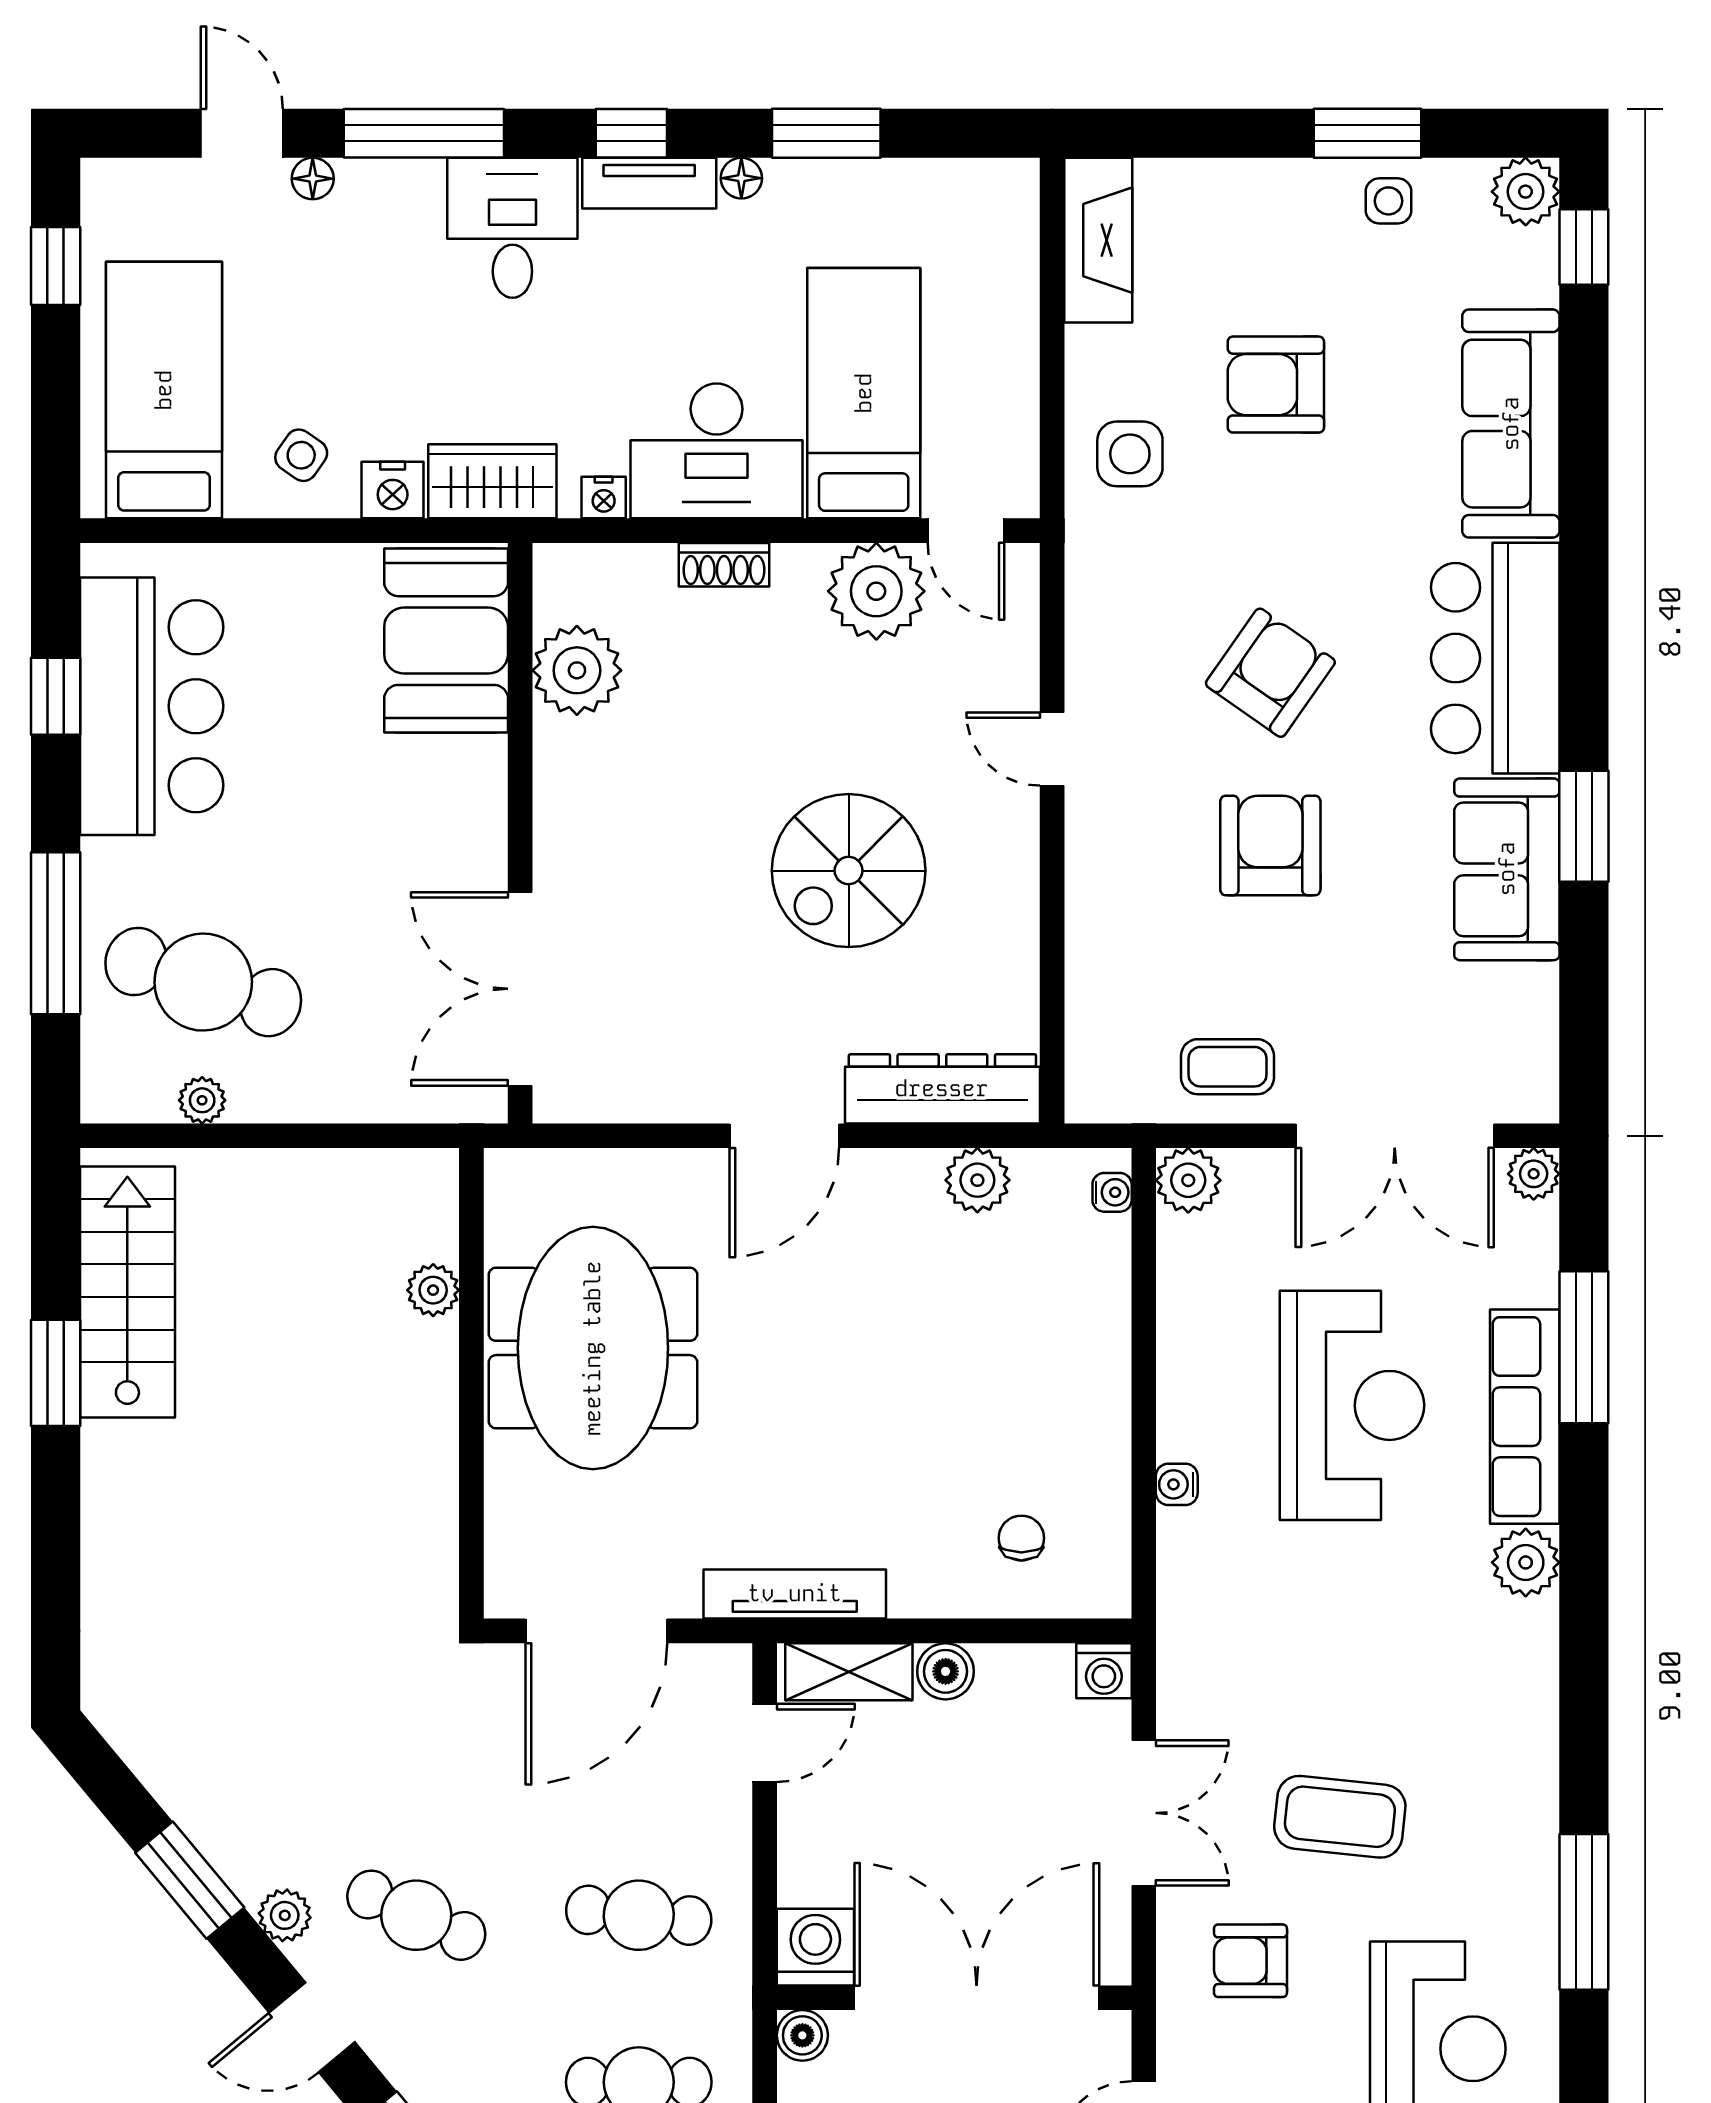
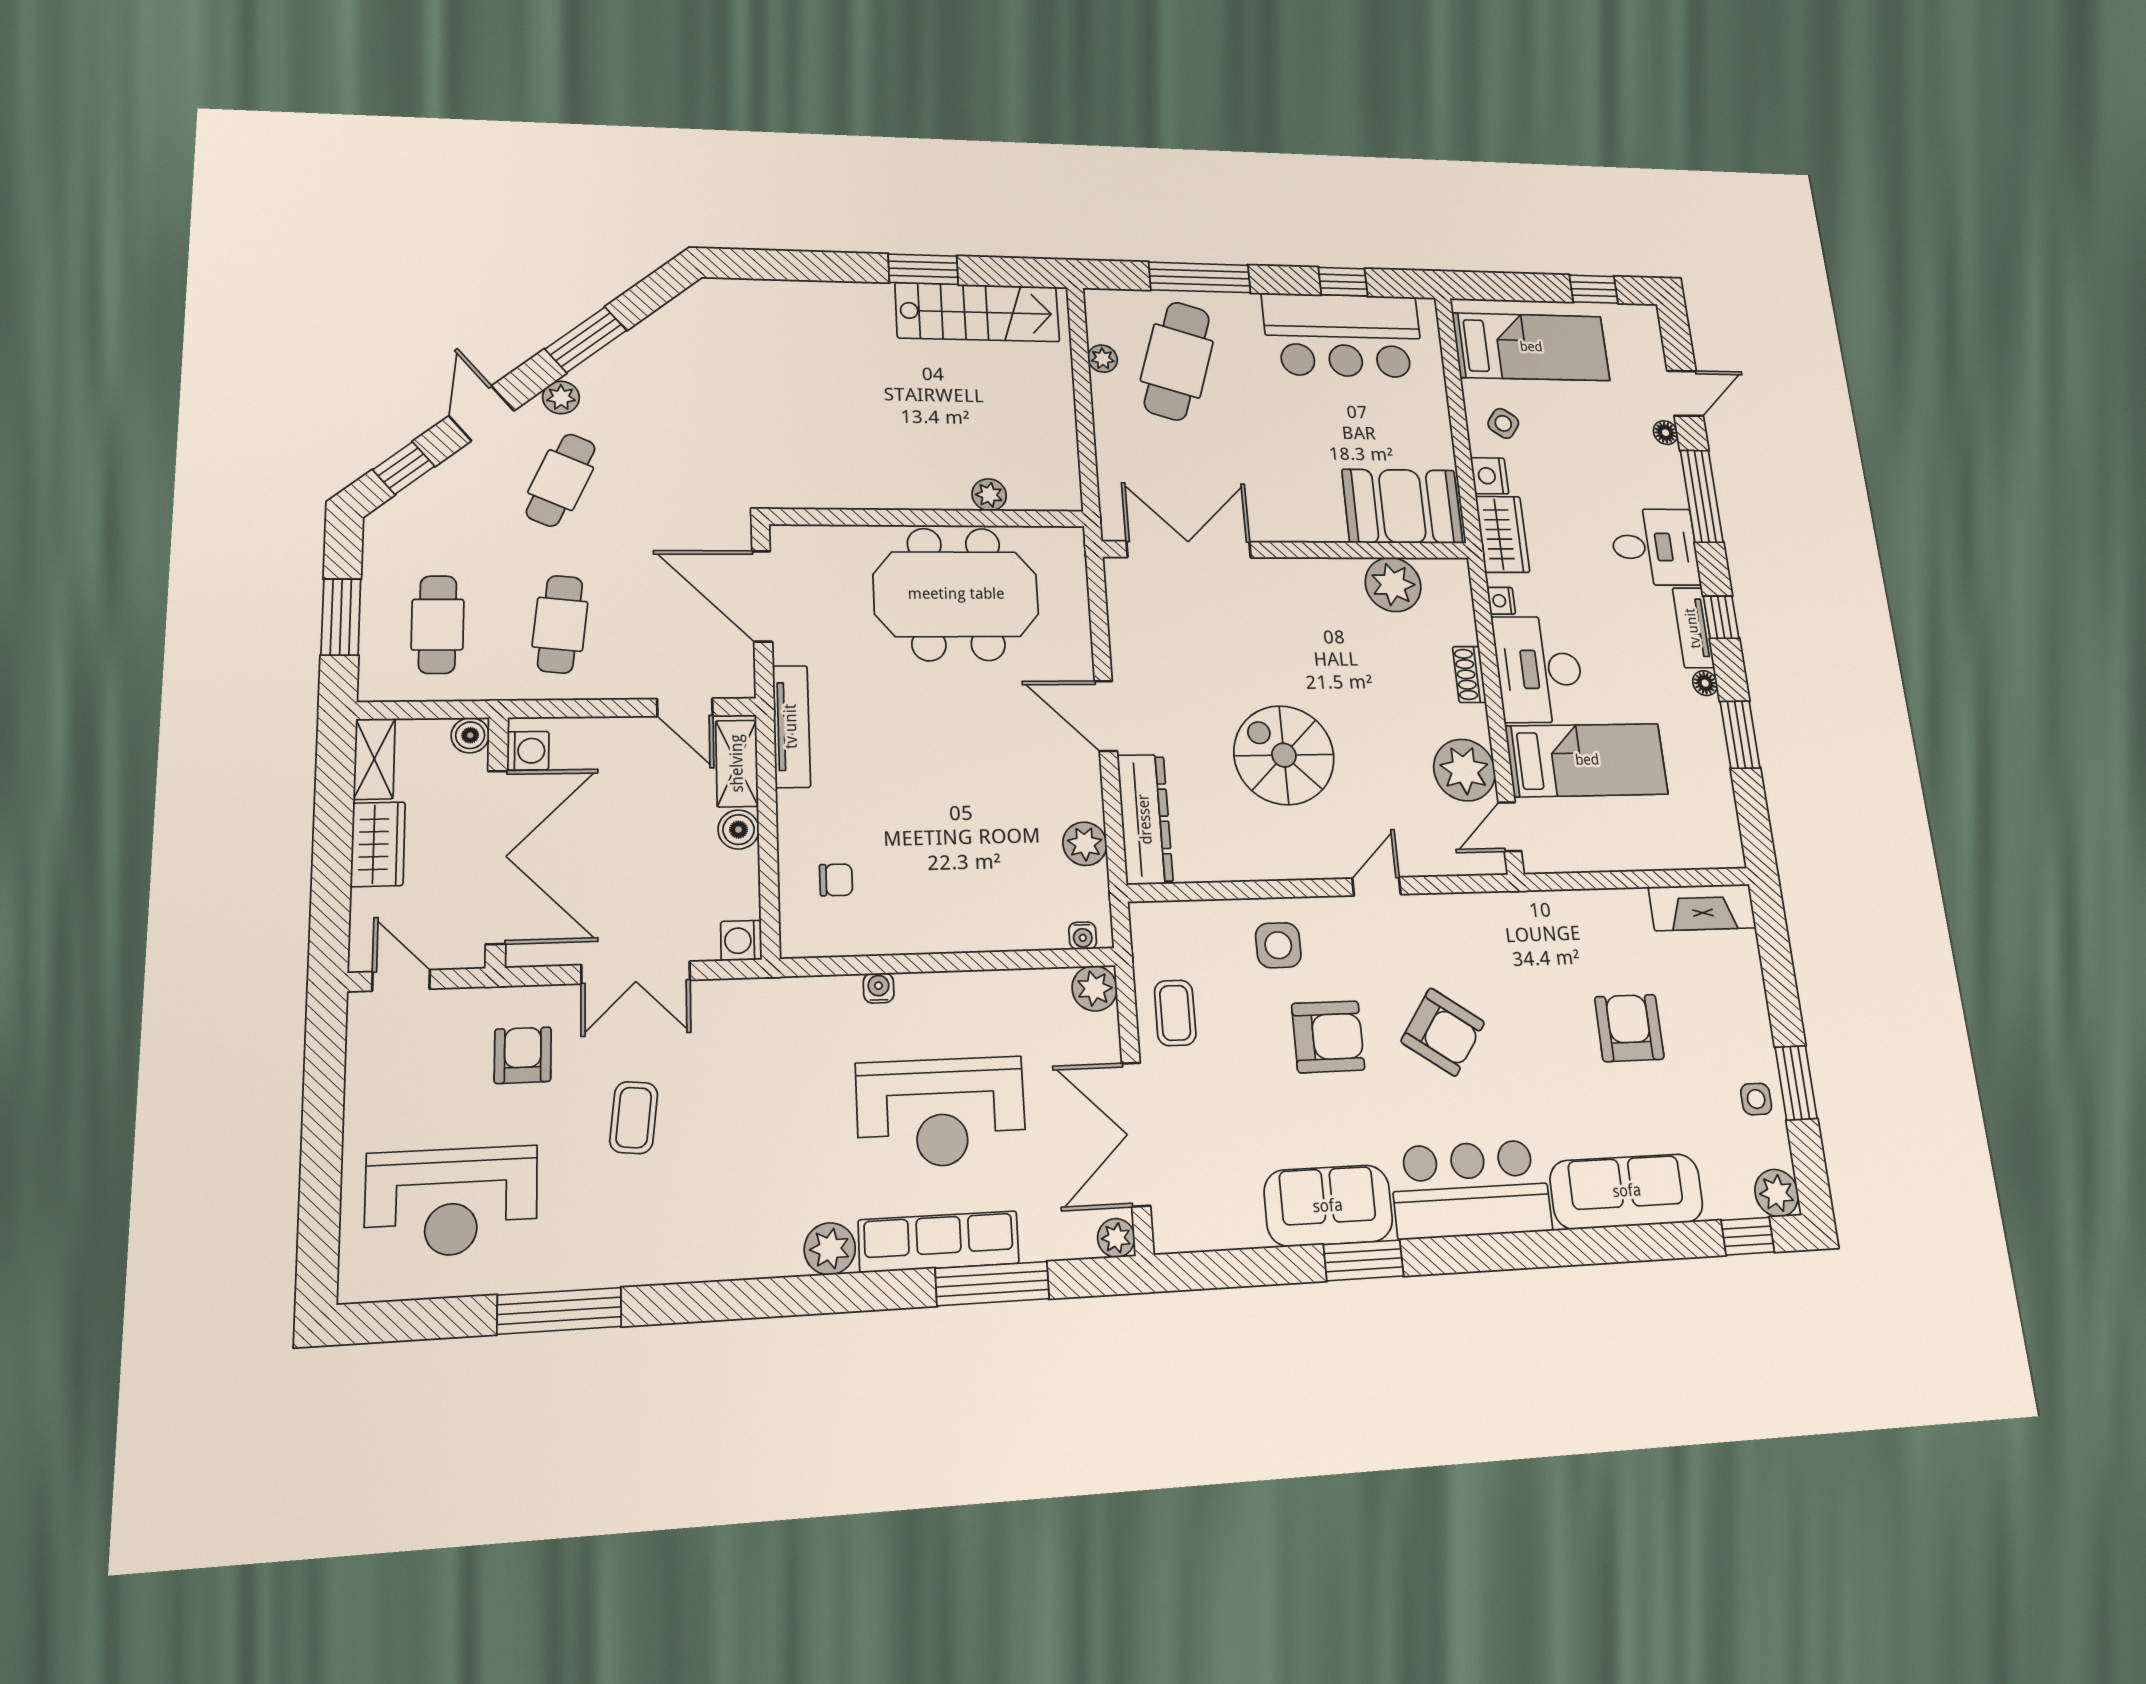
side table: (1130, 454) -> (1278, 945), moved
coffee table: (1340, 1817) -> (634, 1118), width x0.73, depth x0.77
washing machine: (815, 1947) -> (528, 751), width x0.73, depth x0.73

